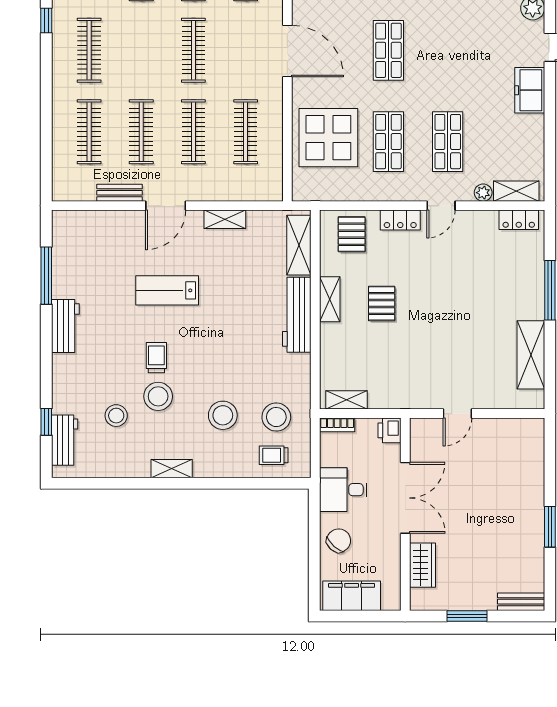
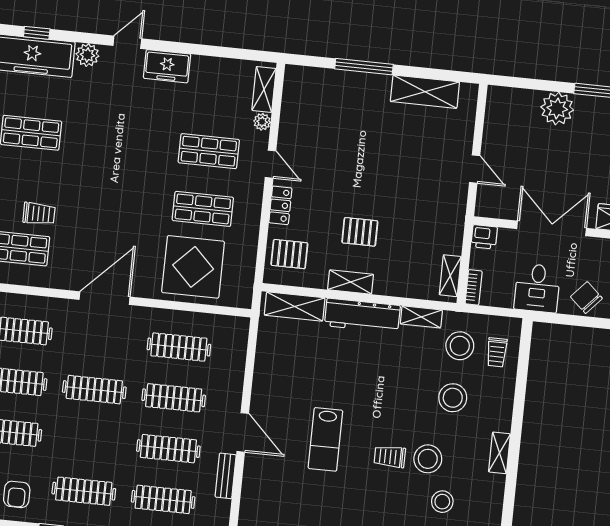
shop shelf: (388, 50) -> (114, 200), removed
shelving: (225, 219) -> (421, 317), moved, turned 90
locker: (519, 220) -> (292, 90), removed
plant: (528, 491) -> (557, 108), added

